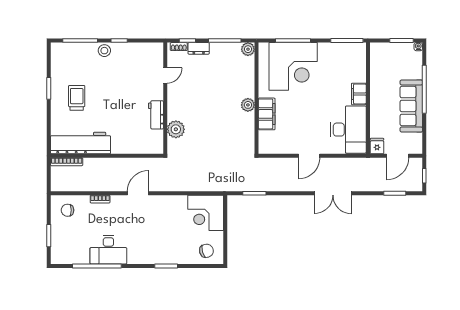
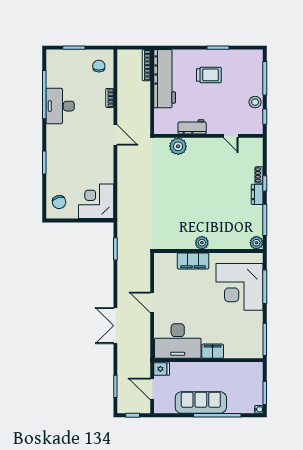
door: (165, 75) -> (231, 136), moved
wall: (165, 98) -> (208, 136), moved
workbench: (156, 115) -> (192, 127), moved
plant: (176, 129) -> (178, 146), moved

